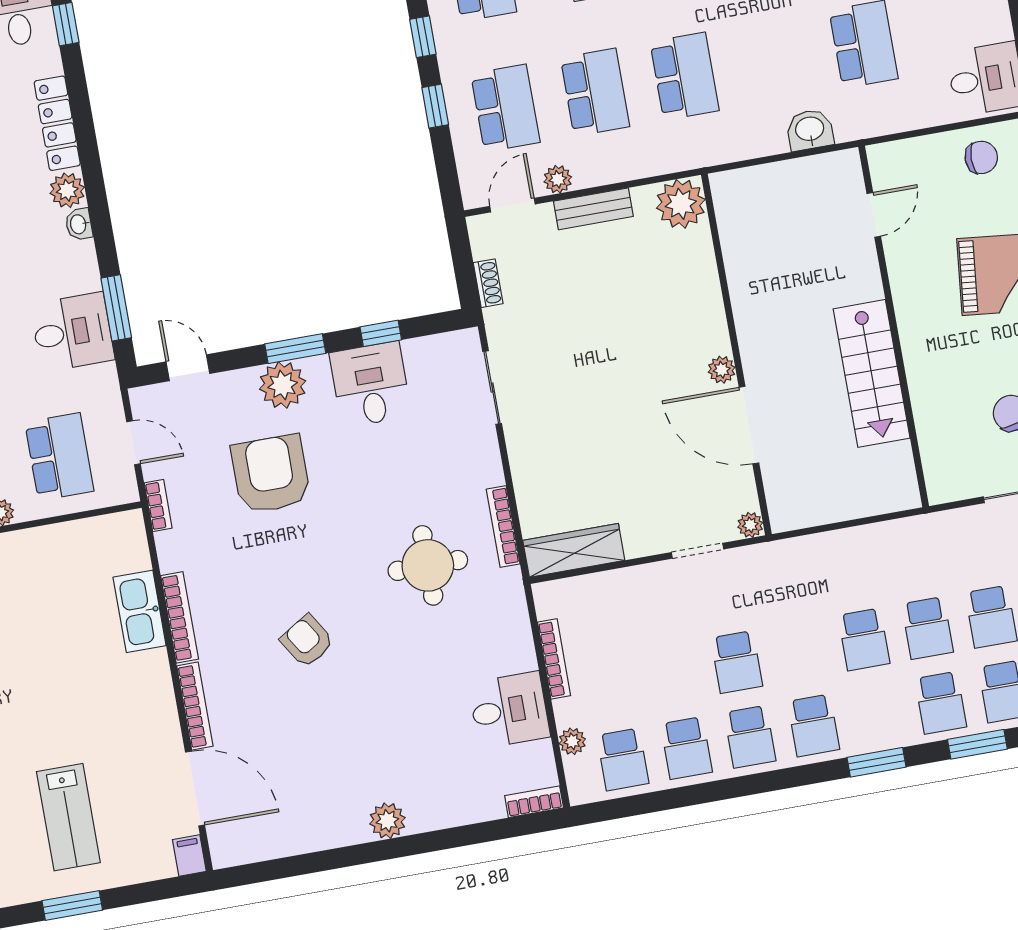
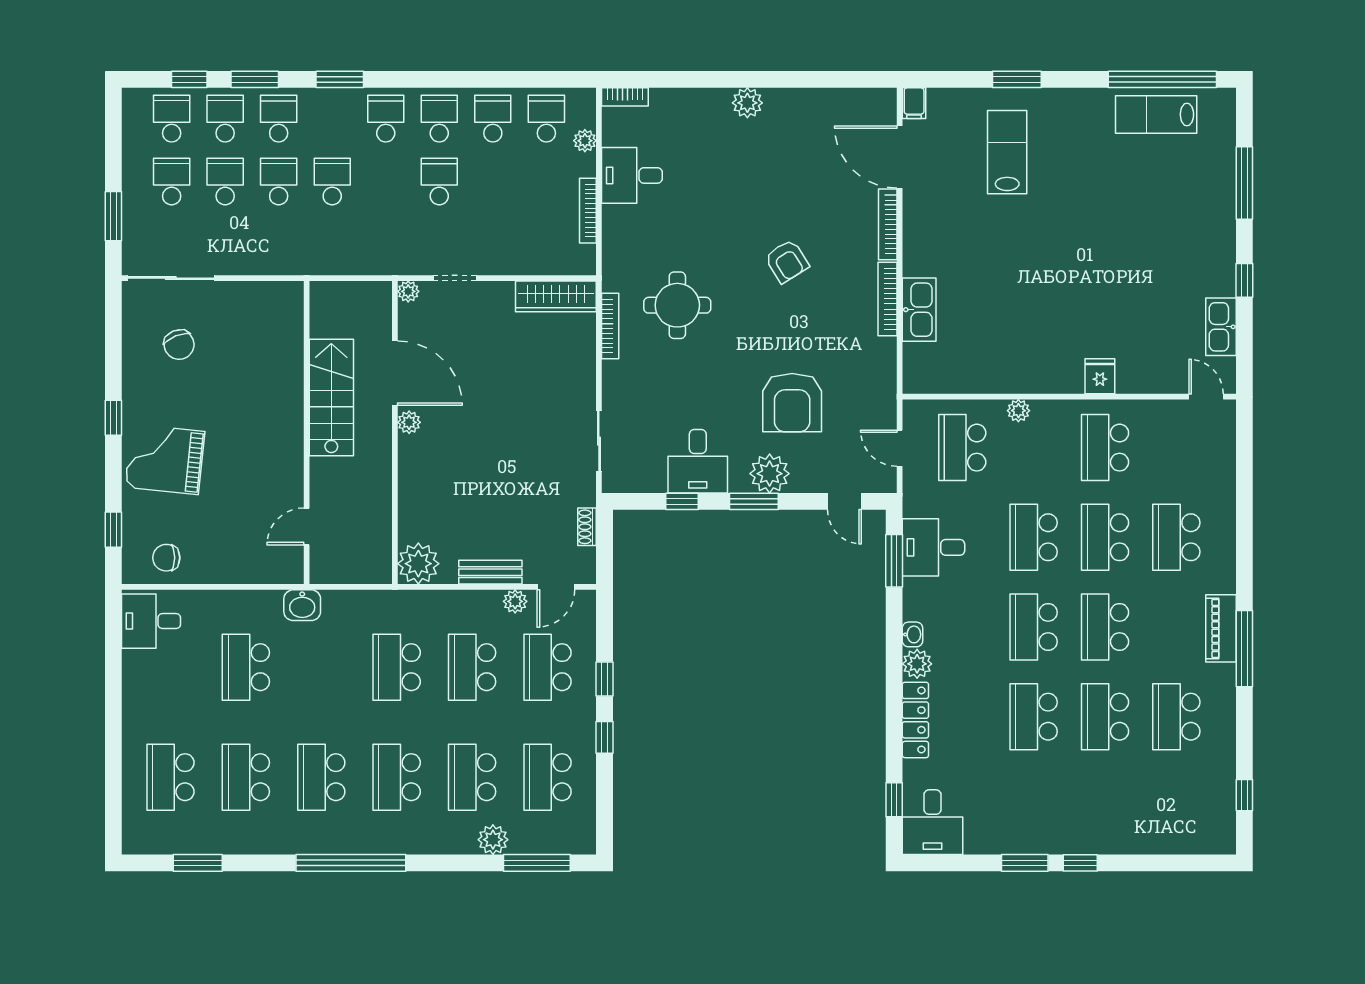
door: (874, 215) -> (307, 526), moved
wall: (894, 326) -> (307, 433), moved
stairs: (872, 373) -> (331, 397), moved
bookcase: (158, 505) -> (889, 393), removed

